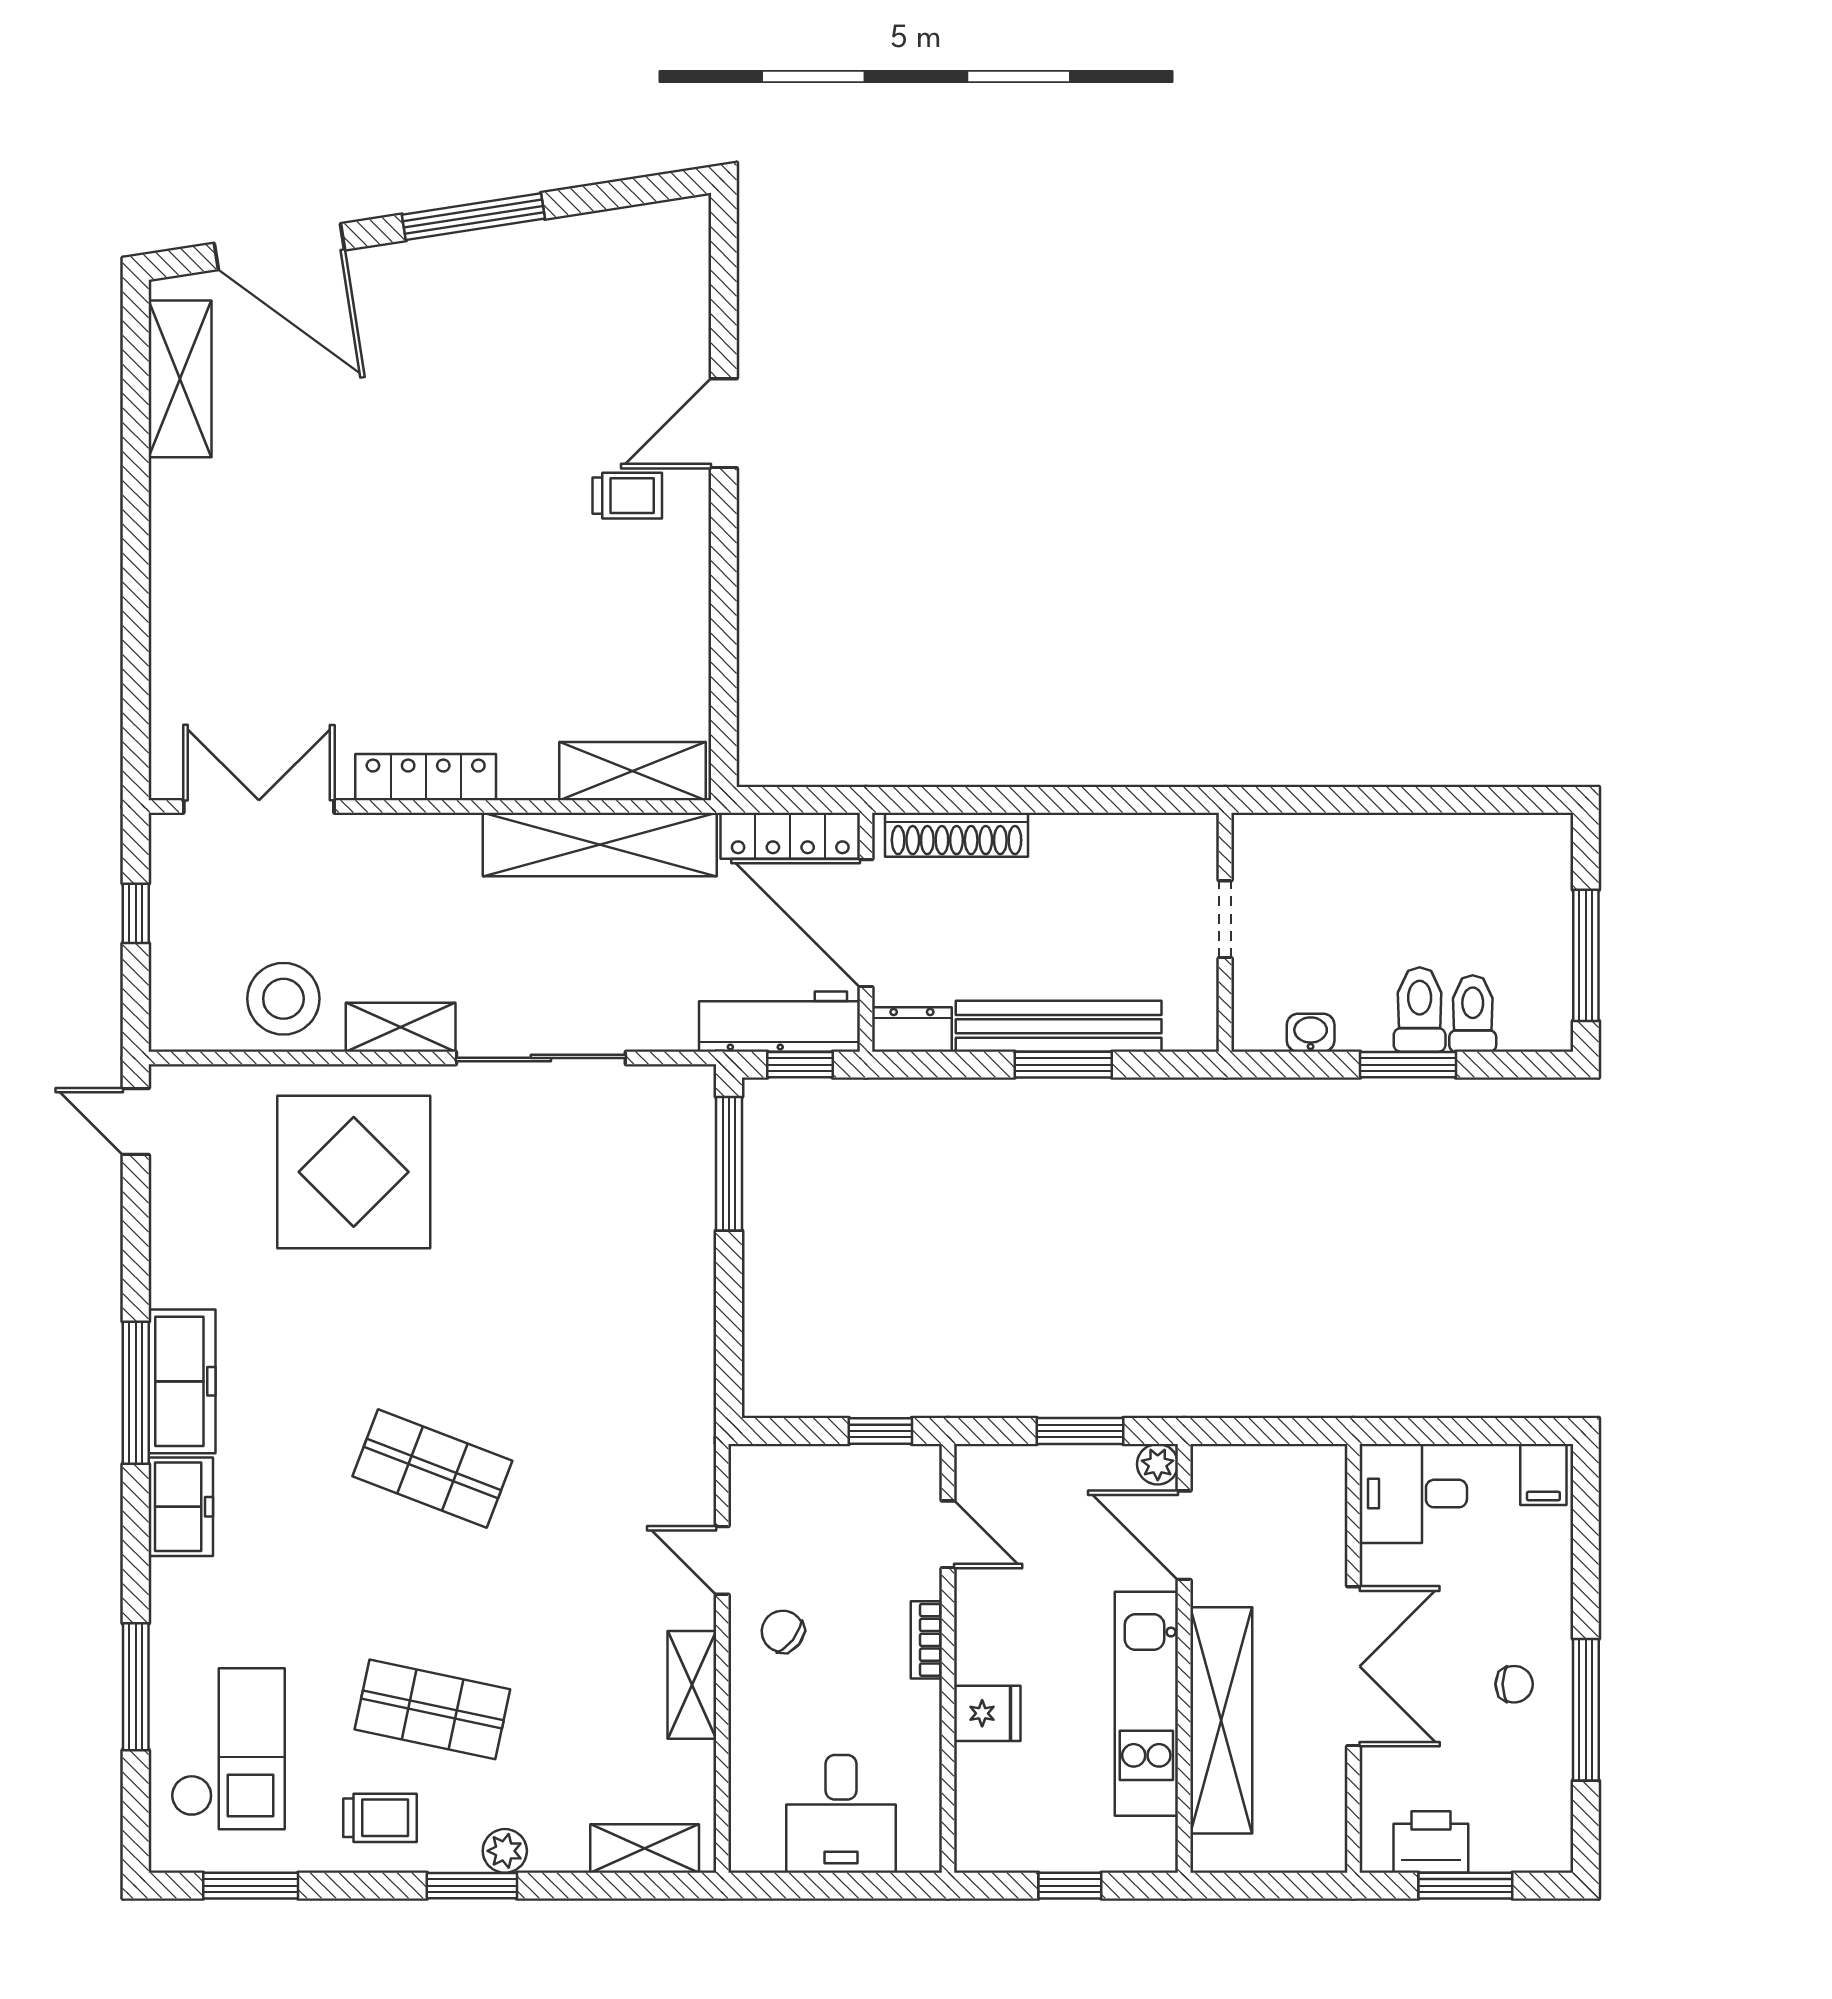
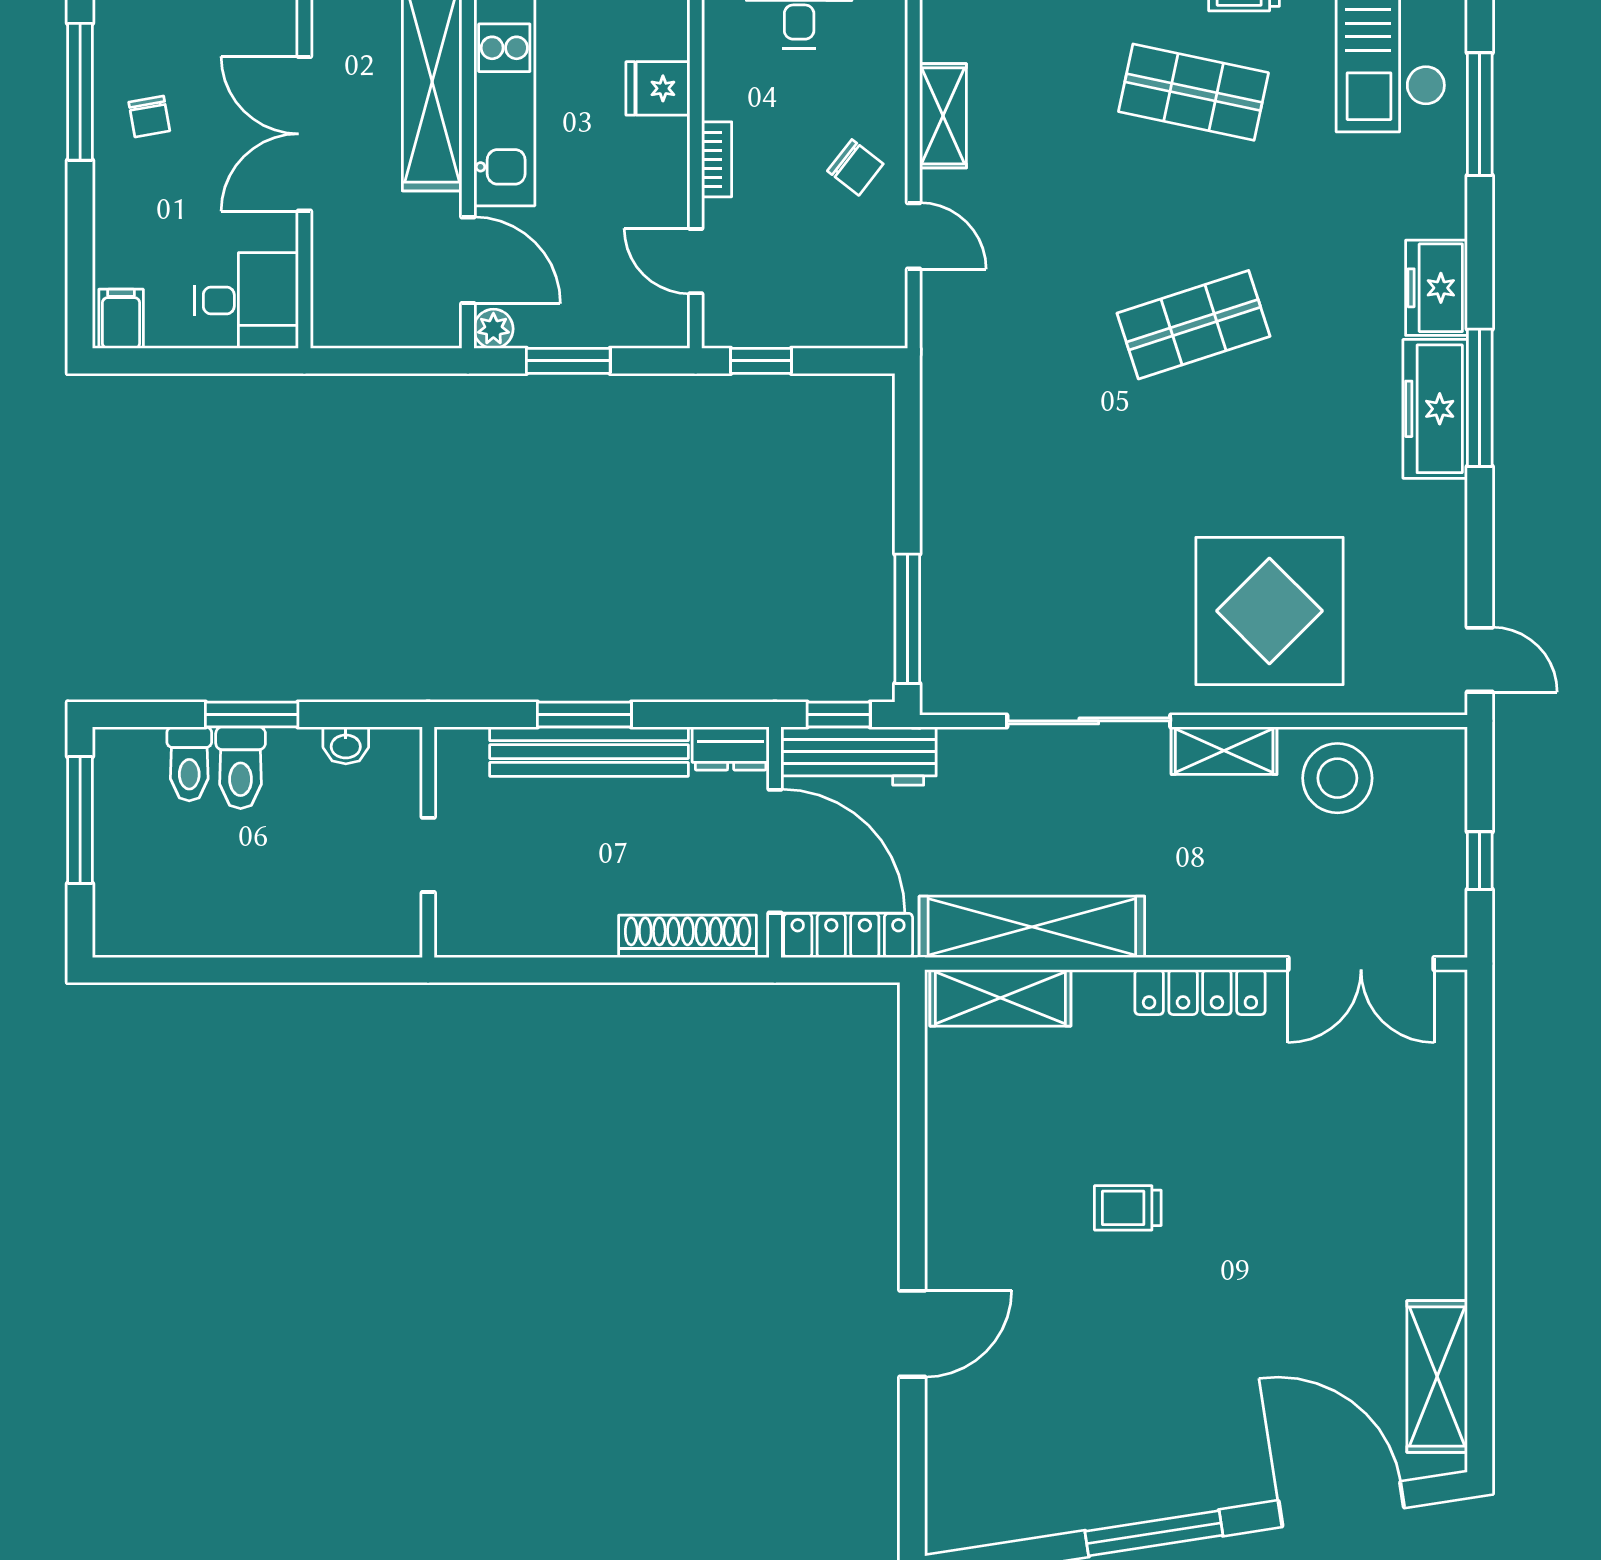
trolley: (627, 496) -> (1128, 1208), moved
shop shelf: (432, 1468) -> (1194, 325), turned -39
chair: (1514, 1684) -> (149, 116), turned -100

